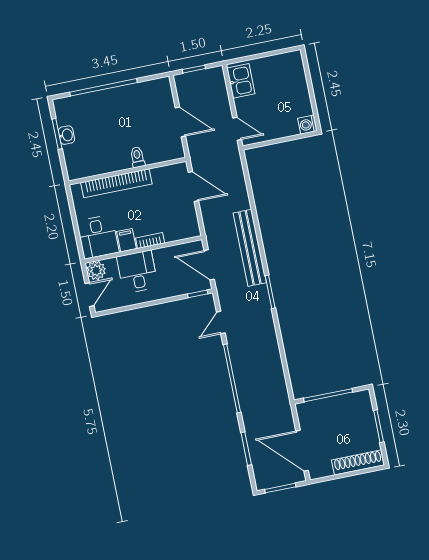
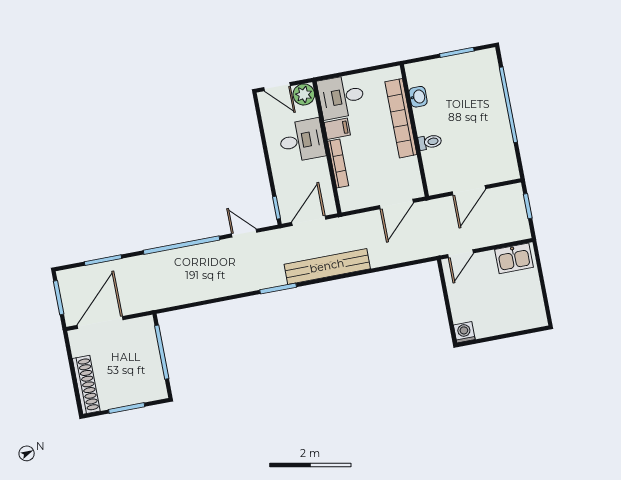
washbasin: (66, 135) -> (418, 97), moved, turned -90
bookcase: (150, 241) -> (338, 164), width x1.56

